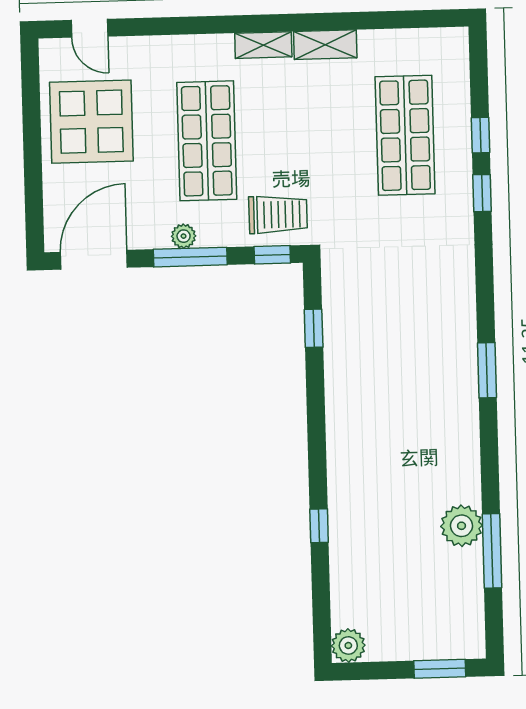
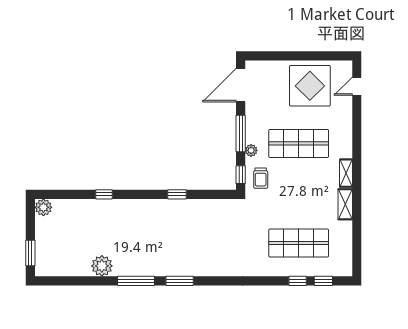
window: (482, 193) -> (323, 281), moved
trolley: (278, 215) -> (261, 178), width x0.73, depth x0.72
plant: (184, 236) -> (251, 150), moved
door: (94, 260) -> (241, 85), swing flipped
window: (314, 328) -> (177, 194), moved
window: (492, 551) -> (136, 281), moved

